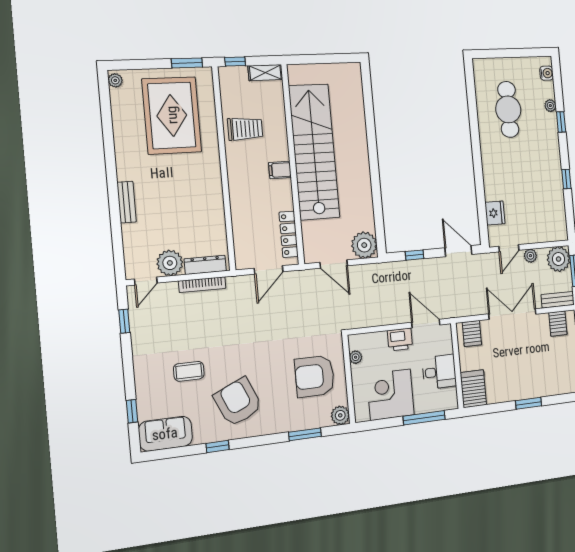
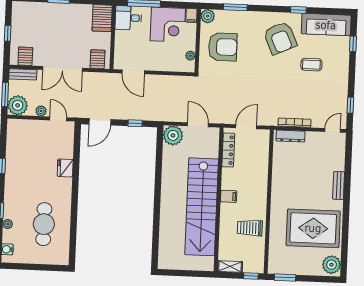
plant: (115, 80) -> (332, 265), width x1.87, depth x1.87
rug: (172, 115) -> (313, 228), moved, turned 90
fridge: (495, 213) -> (65, 168), moved
door: (509, 248) -> (58, 119), hinge flipped
door: (458, 251) -> (100, 122), hinge flipped
plant: (170, 263) -> (315, 141), removed
printer: (400, 340) -> (155, 63), removed
desk: (439, 372) -> (128, 18), moved
filing cabinet: (362, 412) -> (191, 16), added
sofa: (165, 434) -> (326, 25), width x1.36

